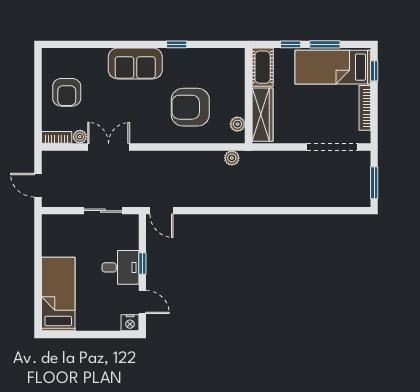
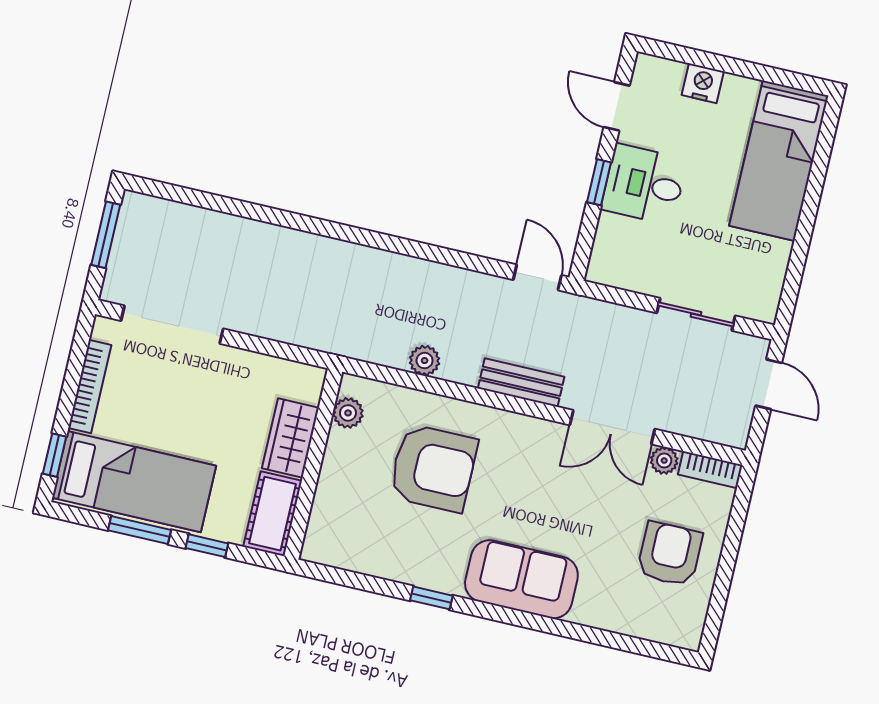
wardrobe: (262, 115) -> (290, 438), width x0.67
bench: (157, 158) -> (521, 383), added
plant: (232, 158) -> (425, 361), moved
sliding door: (103, 211) -> (696, 314), moved
nightstand: (130, 323) -> (703, 83), moved

